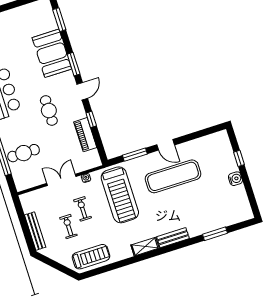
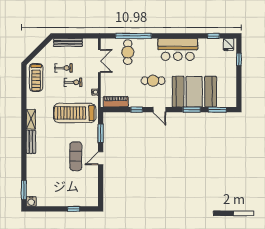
booth: (52, 53) -> (194, 92), width x1.36, depth x1.42
window: (74, 64) -> (192, 110), moved
piano: (85, 135) -> (116, 102), moved
exercise mat: (173, 176) -> (76, 156), width x0.73, depth x0.69
water cooler: (235, 179) -> (31, 201), moved
double door: (61, 180) -> (99, 61), moved
window: (215, 234) -> (24, 190), moved

